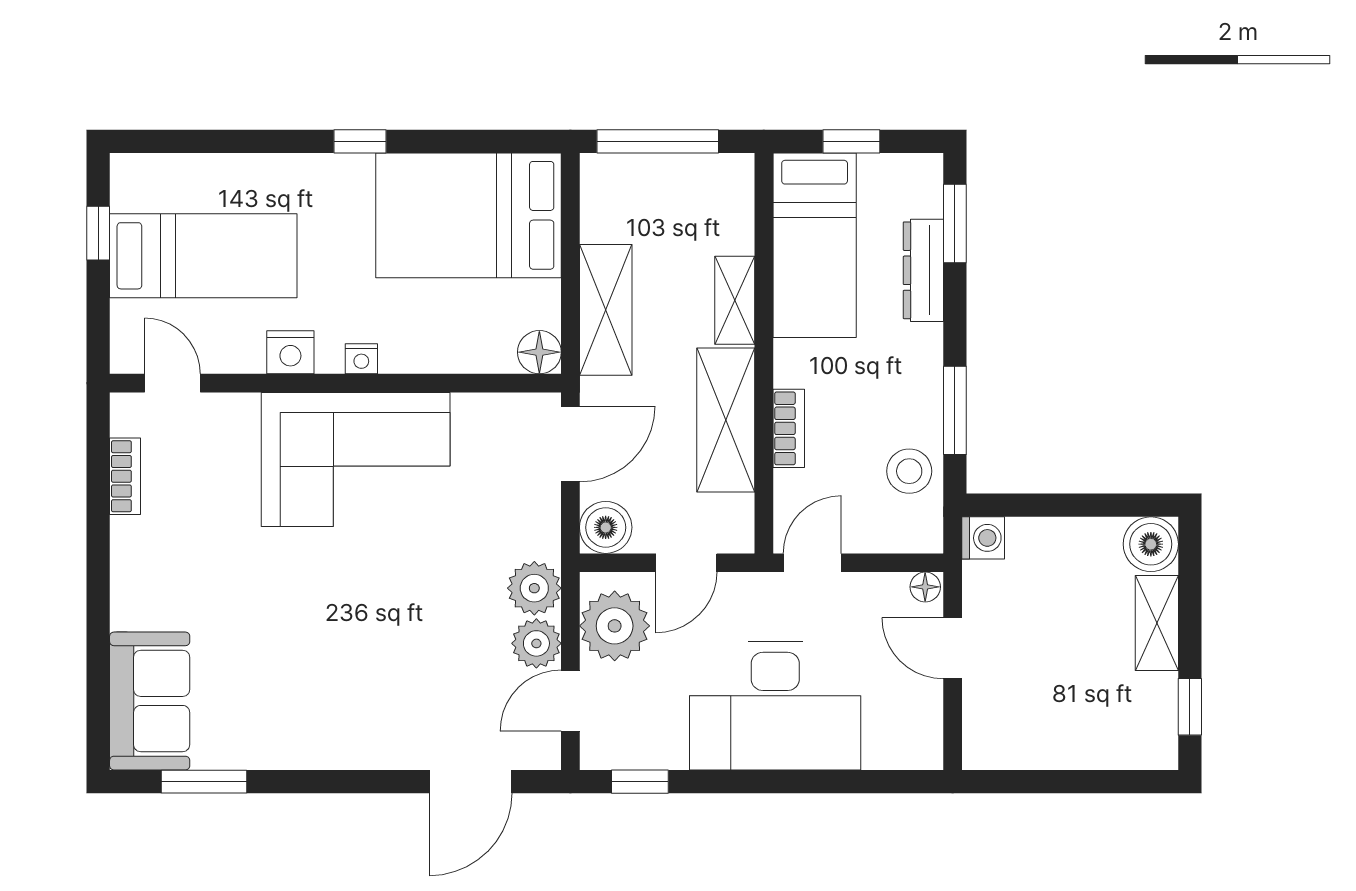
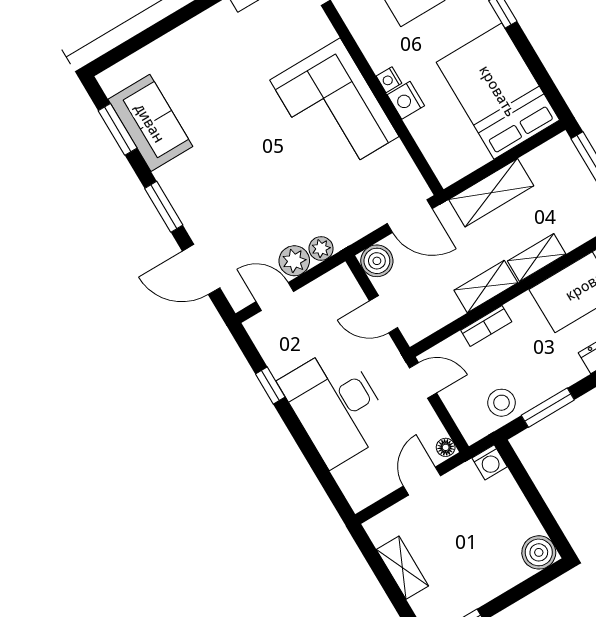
nightstand: (290, 352) -> (406, 100), moved
floor lamp: (539, 352) -> (448, 171), removed
shelving: (726, 420) -> (486, 287), width x0.67, depth x0.75
plant: (534, 588) -> (321, 248), width x0.73, depth x0.73
shelving: (1157, 623) -> (402, 568), moved, turned 90
plant: (615, 626) -> (328, 296), removed
sofa: (150, 701) -> (150, 123), moved, turned -90
window: (351, 782) -> (164, 207), added
window: (640, 782) -> (270, 385), moved

